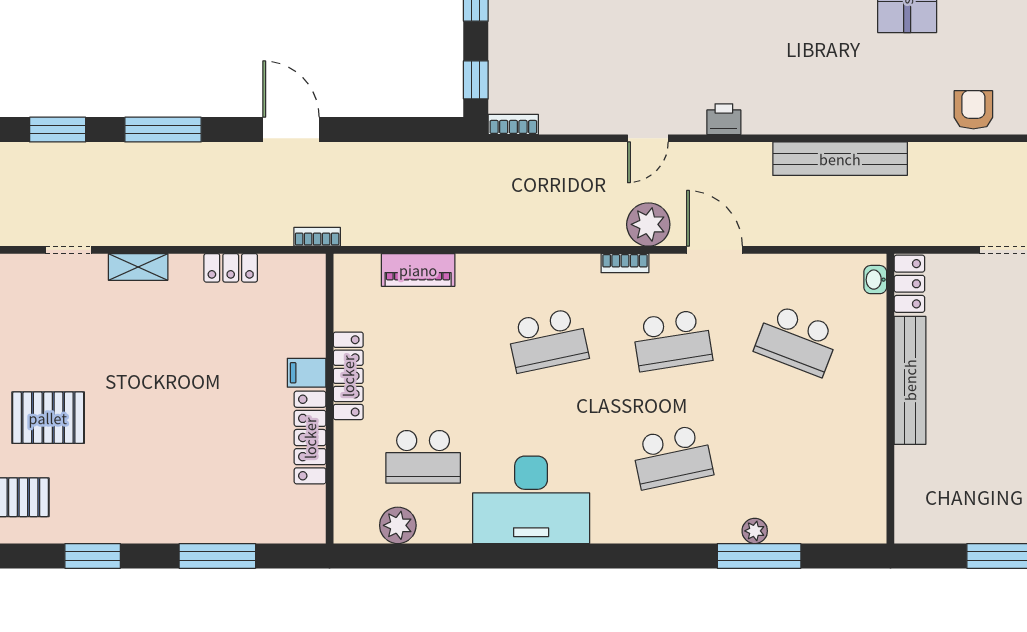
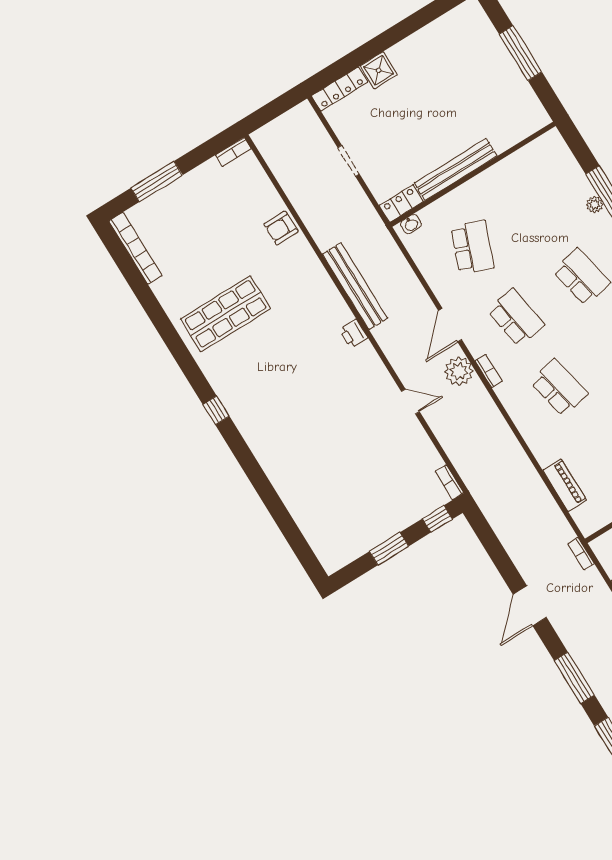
printer: (724, 119) -> (354, 334), moved

